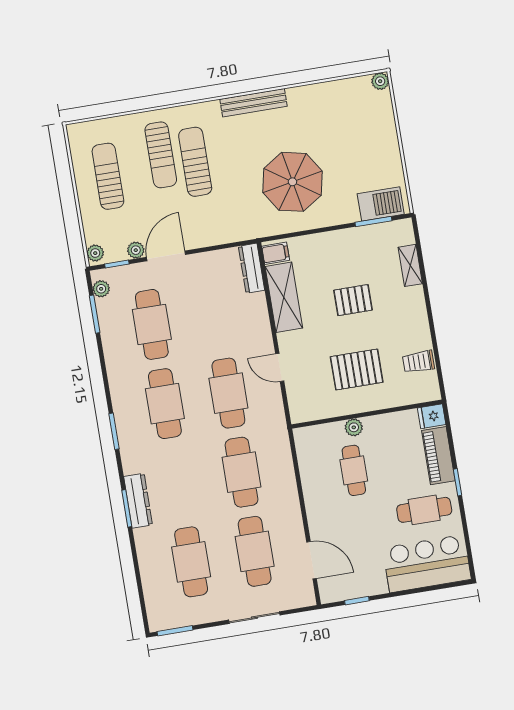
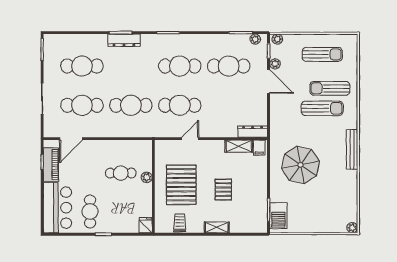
shelving: (410, 265) -> (217, 227), moved
shelving: (284, 297) -> (239, 146), width x0.67, depth x0.75
pallet: (357, 369) -> (181, 185), width x1.37, depth x1.41
piano: (438, 456) -> (51, 165), moved, turned 90

